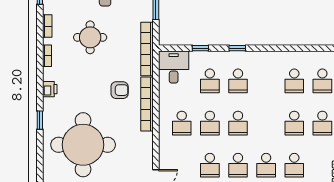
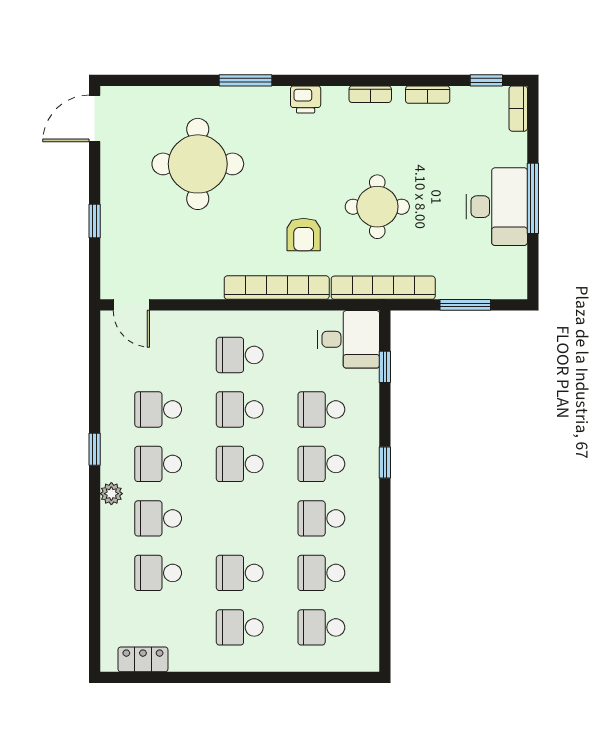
round table: (90, 37) -> (377, 207), moved
window: (200, 48) -> (385, 367), moved
school desk: (266, 81) -> (321, 518), added
window: (40, 120) -> (246, 80), width x1.50
round table: (83, 145) -> (198, 164), width x0.73, depth x0.73

